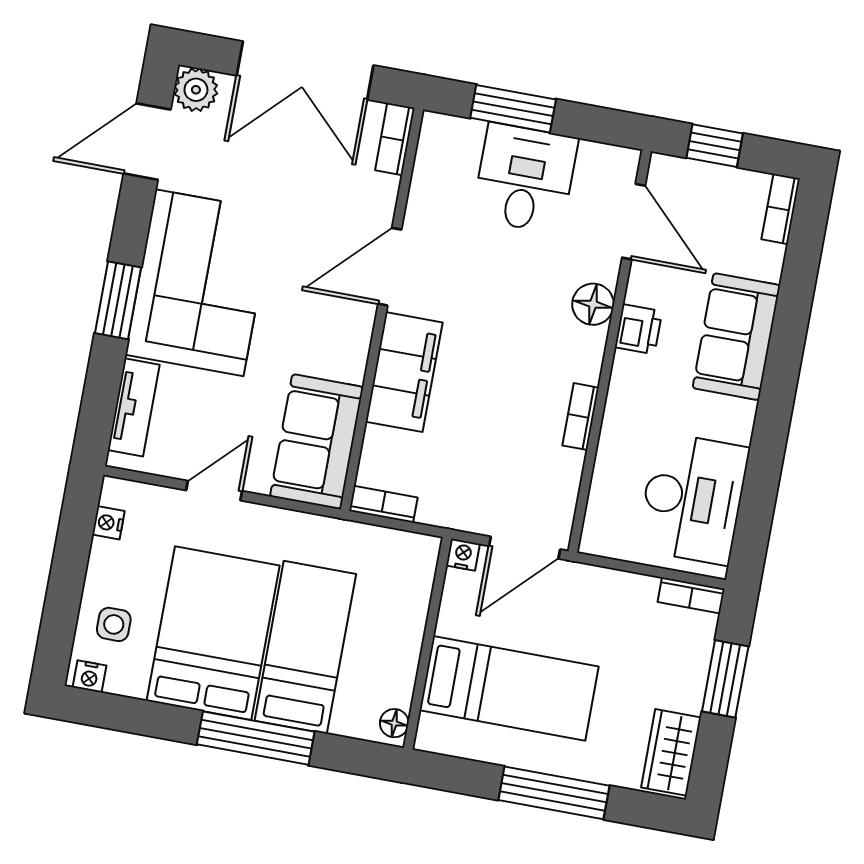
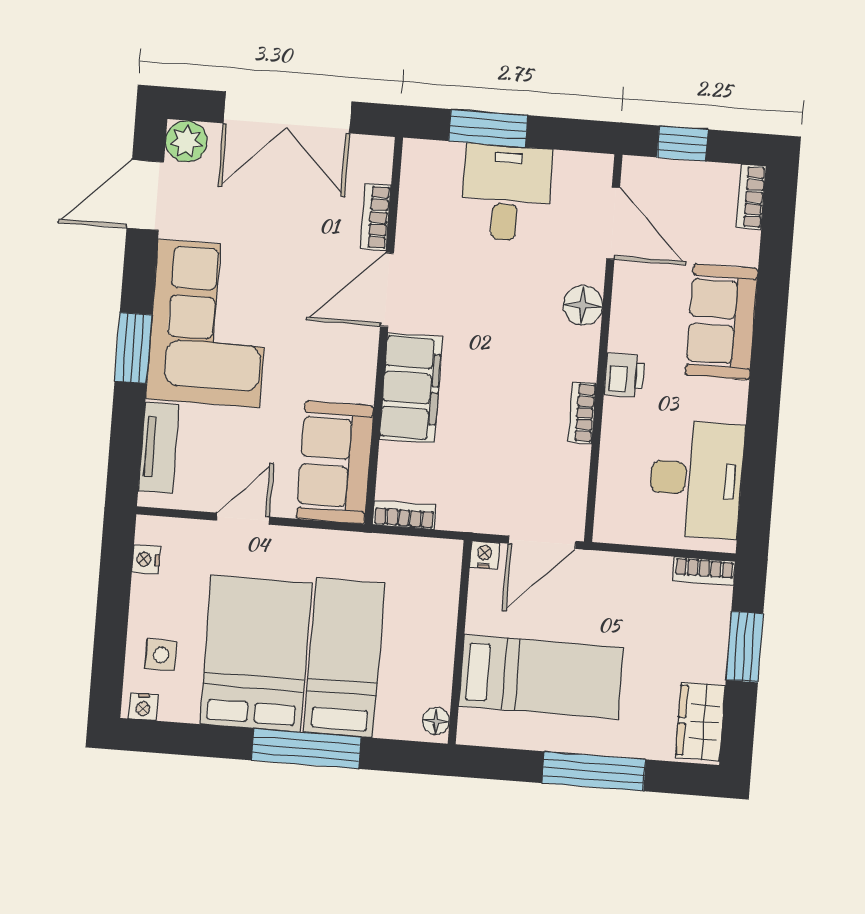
bookcase: (395, 139) -> (375, 217), moved
printer: (638, 329) -> (624, 375), moved

